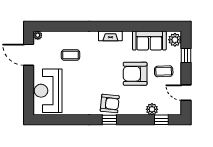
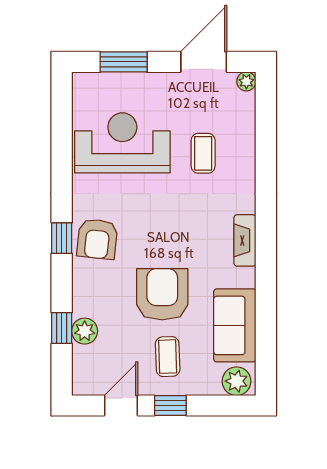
window: (186, 56) -> (170, 405), moved
window: (29, 91) -> (124, 62), added
reception desk: (48, 91) -> (122, 143), moved
window: (161, 120) -> (62, 328), moved

